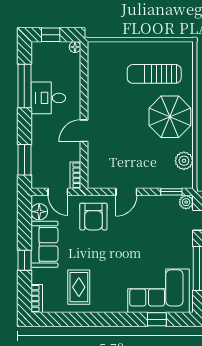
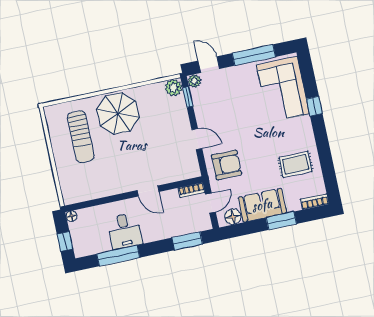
plant: (184, 161) -> (174, 88), moved
window: (24, 260) -> (281, 221), width x1.50
window: (157, 319) -> (314, 106), moved

